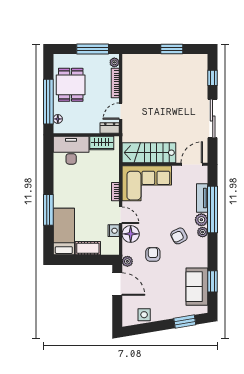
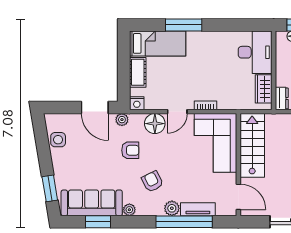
nightstand: (114, 231) -> (137, 103), moved
plant: (203, 232) -> (129, 210), moved
door: (117, 284) -> (95, 107), hinge flipped
sofa: (197, 287) -> (92, 203), width x1.36

